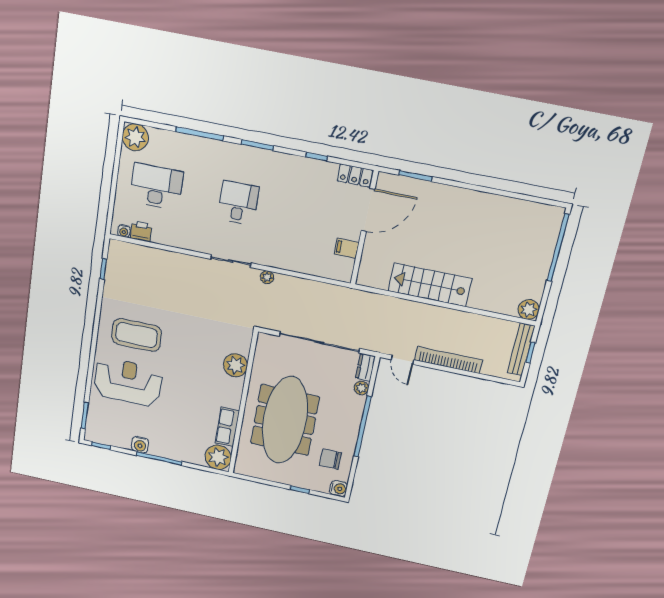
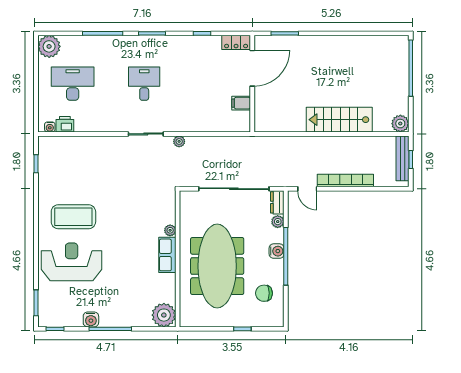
stairs: (430, 285) -> (339, 120), moved
plant: (235, 365) -> (170, 230), width x0.53, depth x0.53
row of seats: (227, 427) -> (167, 255), moved
water cooler: (339, 489) -> (277, 251), moved

